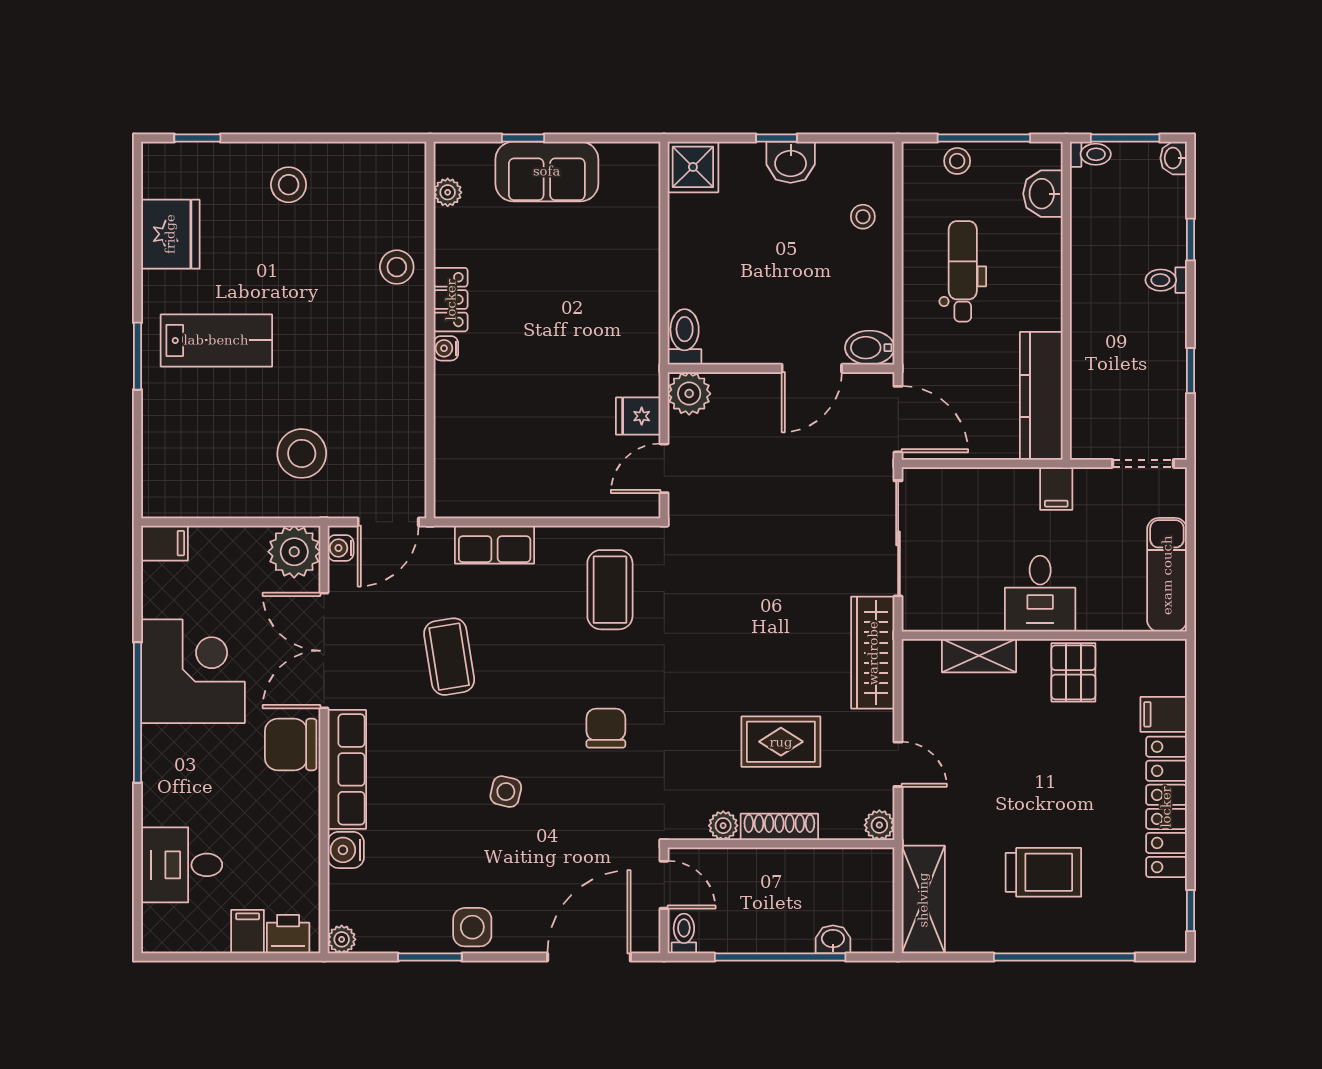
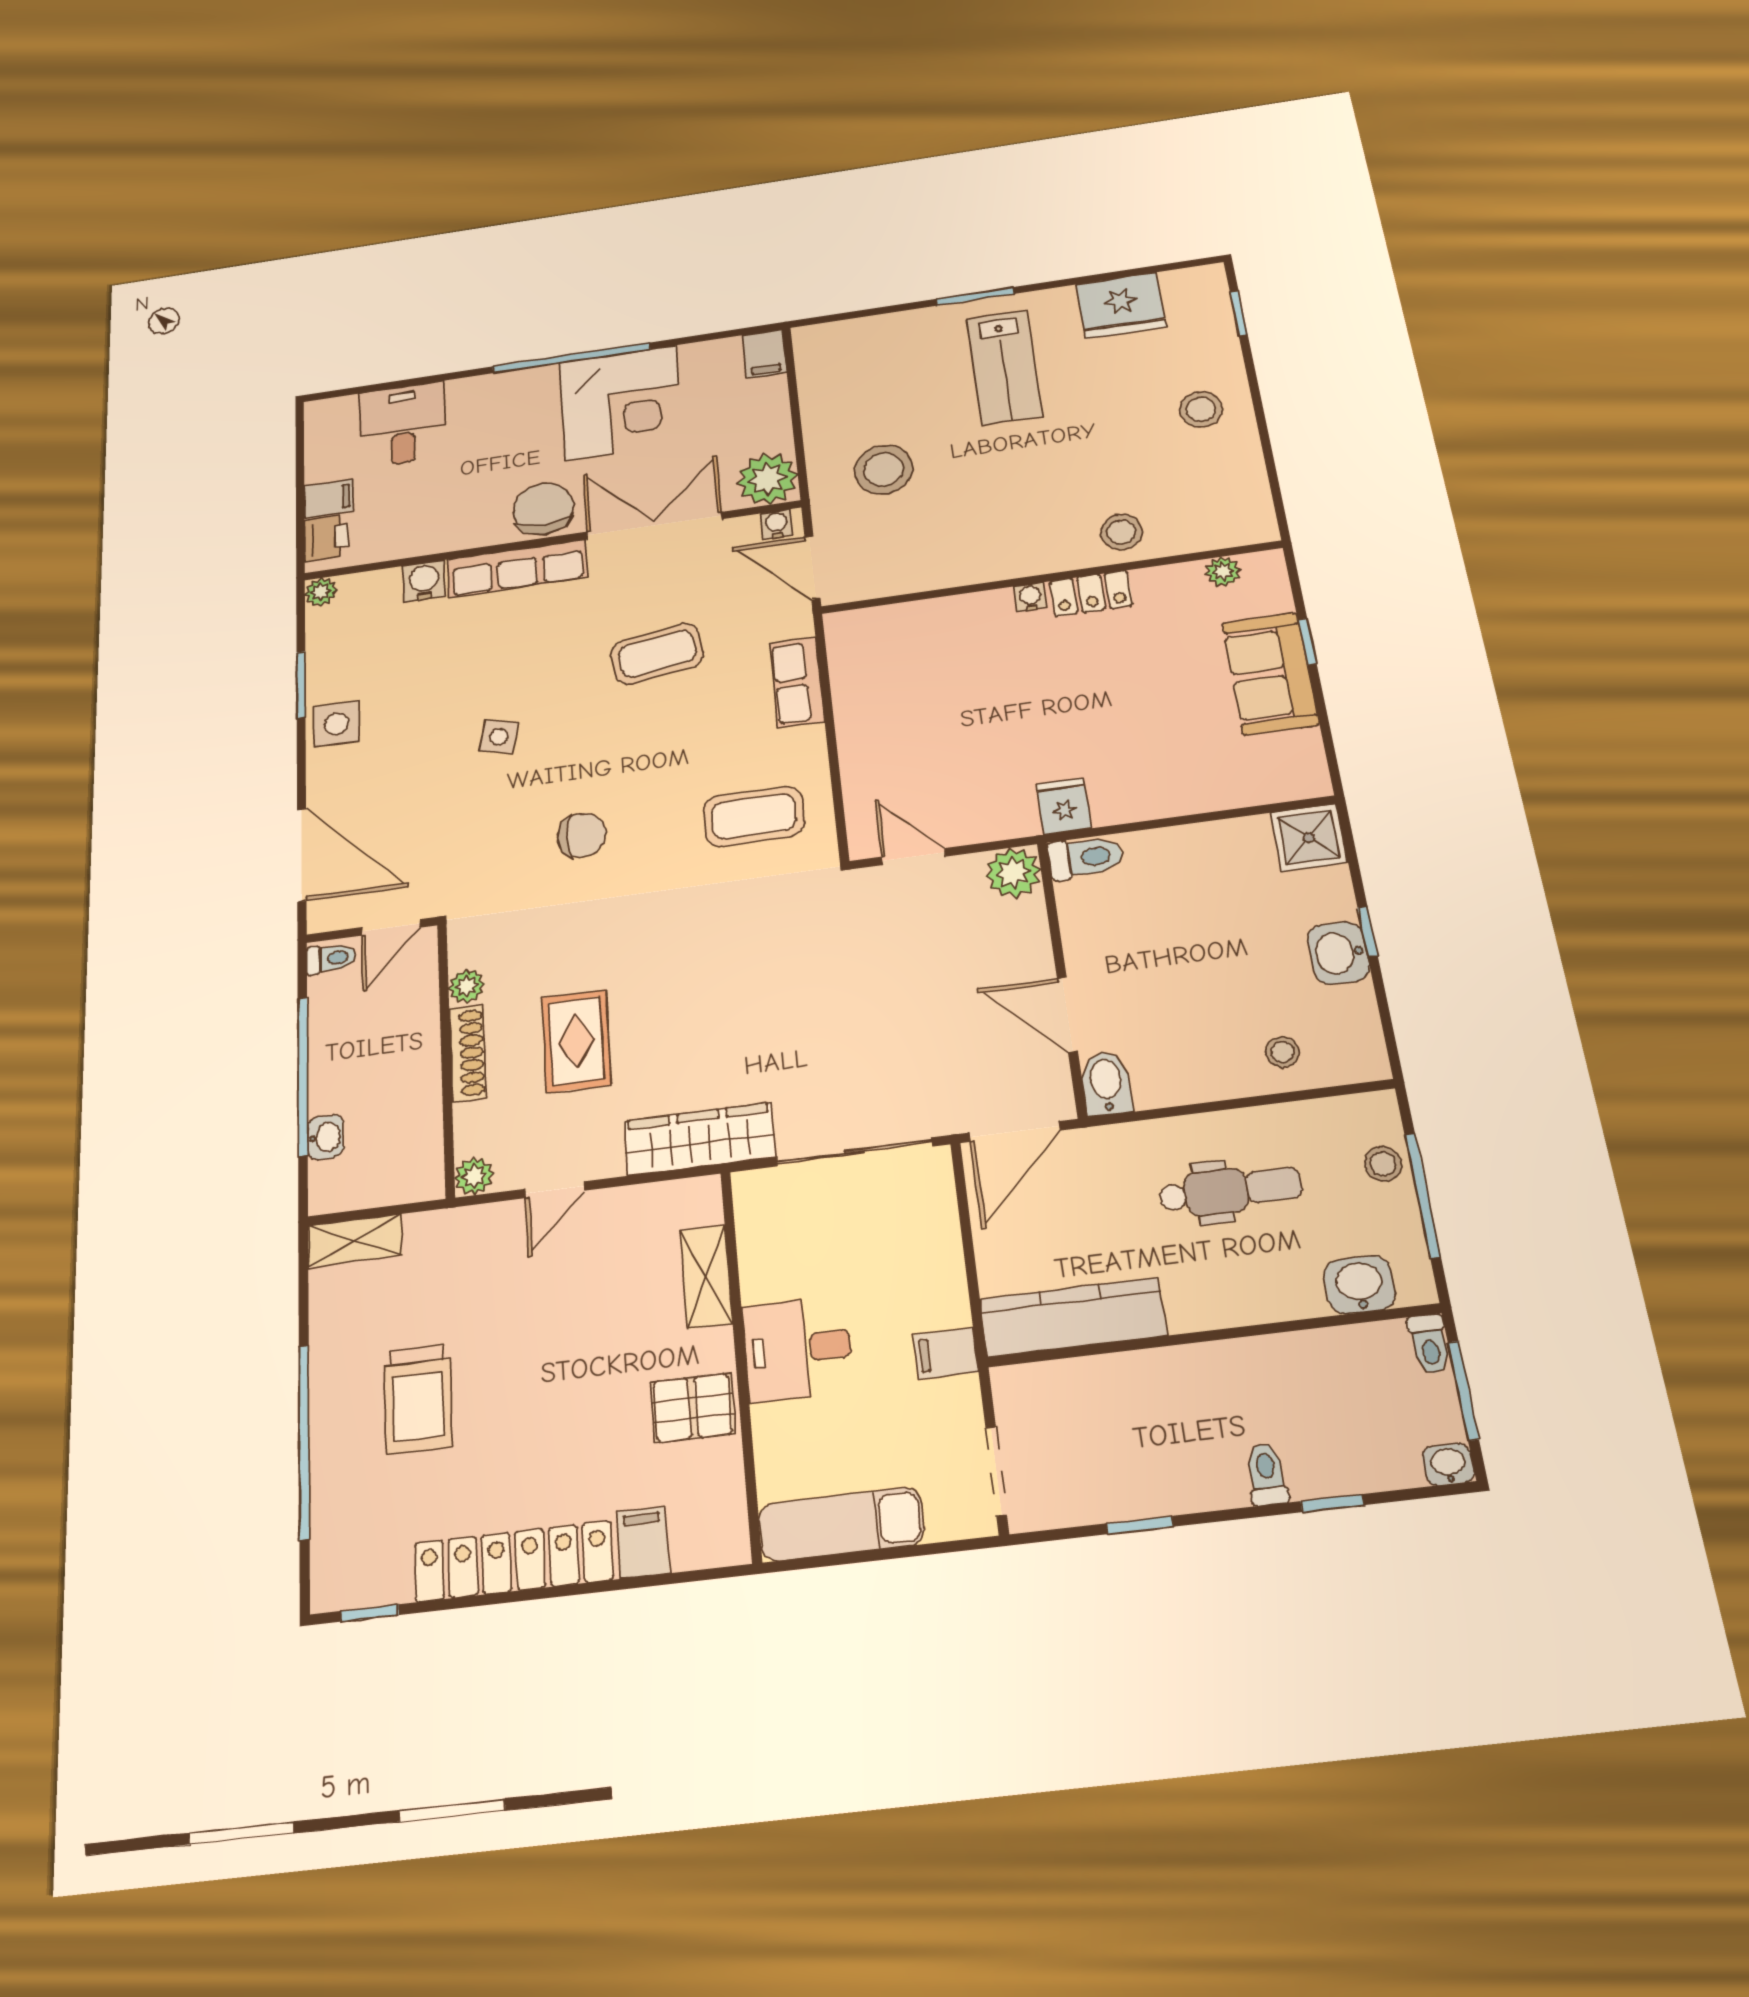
fridge: (638, 416) -> (1064, 806), moved
shelving: (923, 900) -> (355, 1240), width x0.67, depth x0.75

